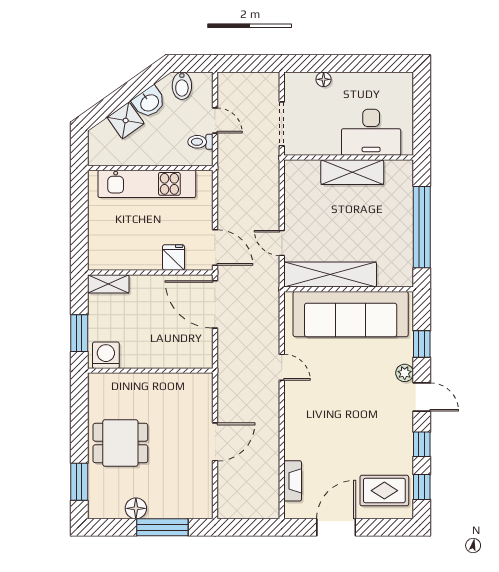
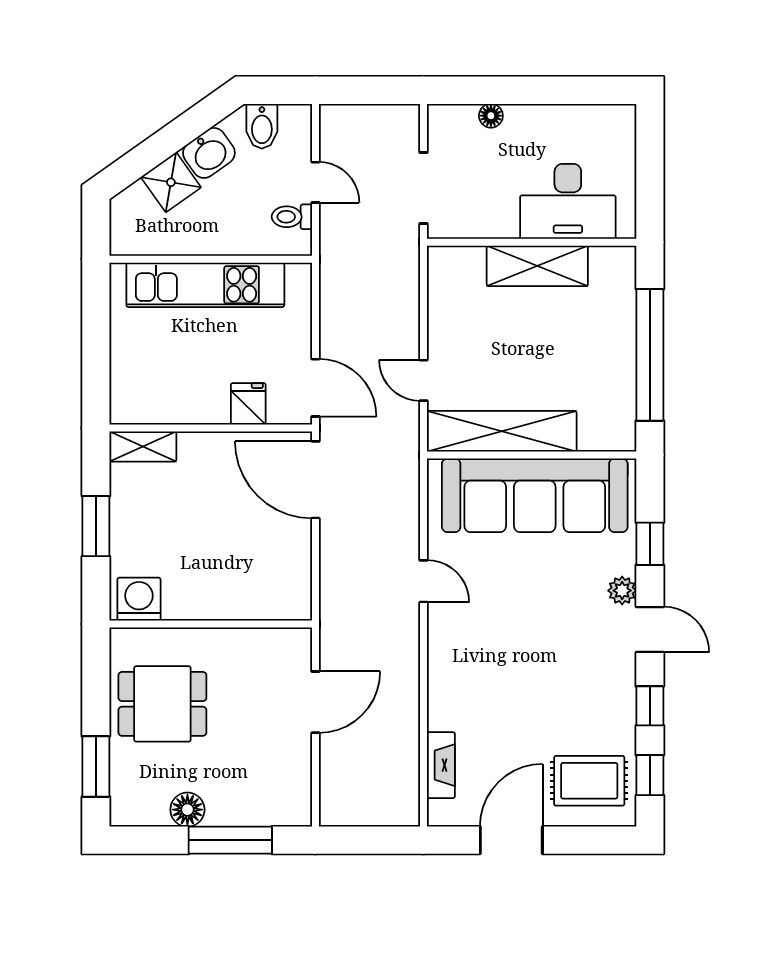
washing machine: (106, 355) -> (139, 599), moved
wall: (150, 371) -> (211, 624), moved

